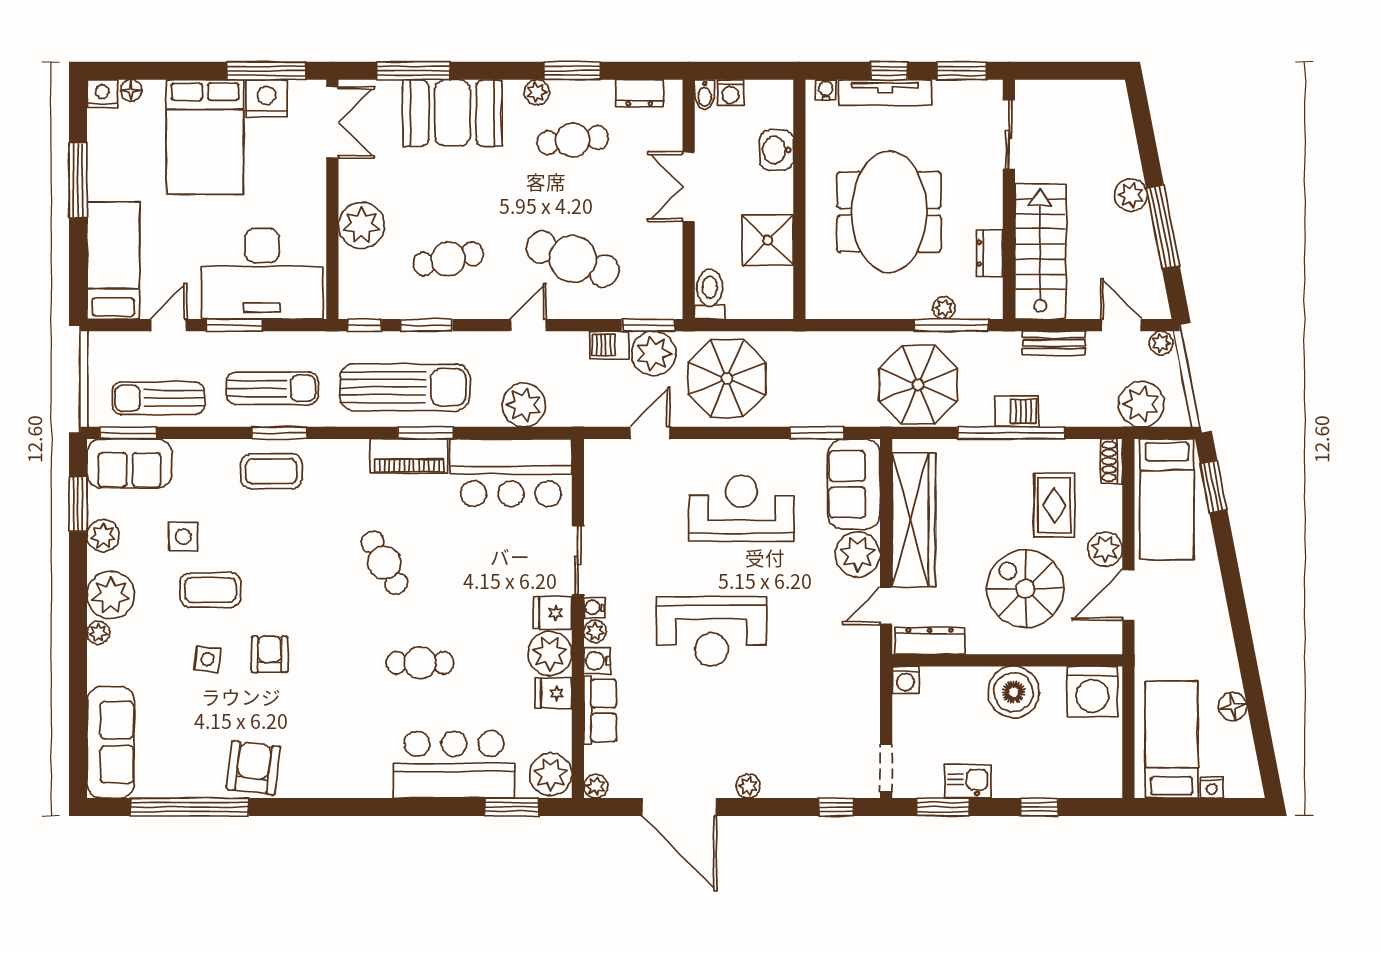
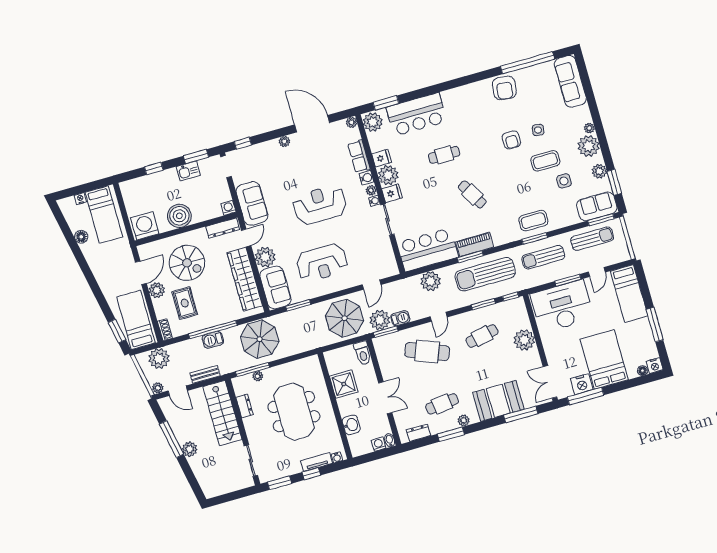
tv unit: (885, 92) -> (317, 462), width x0.71
sofa: (853, 675) -> (252, 204), added

